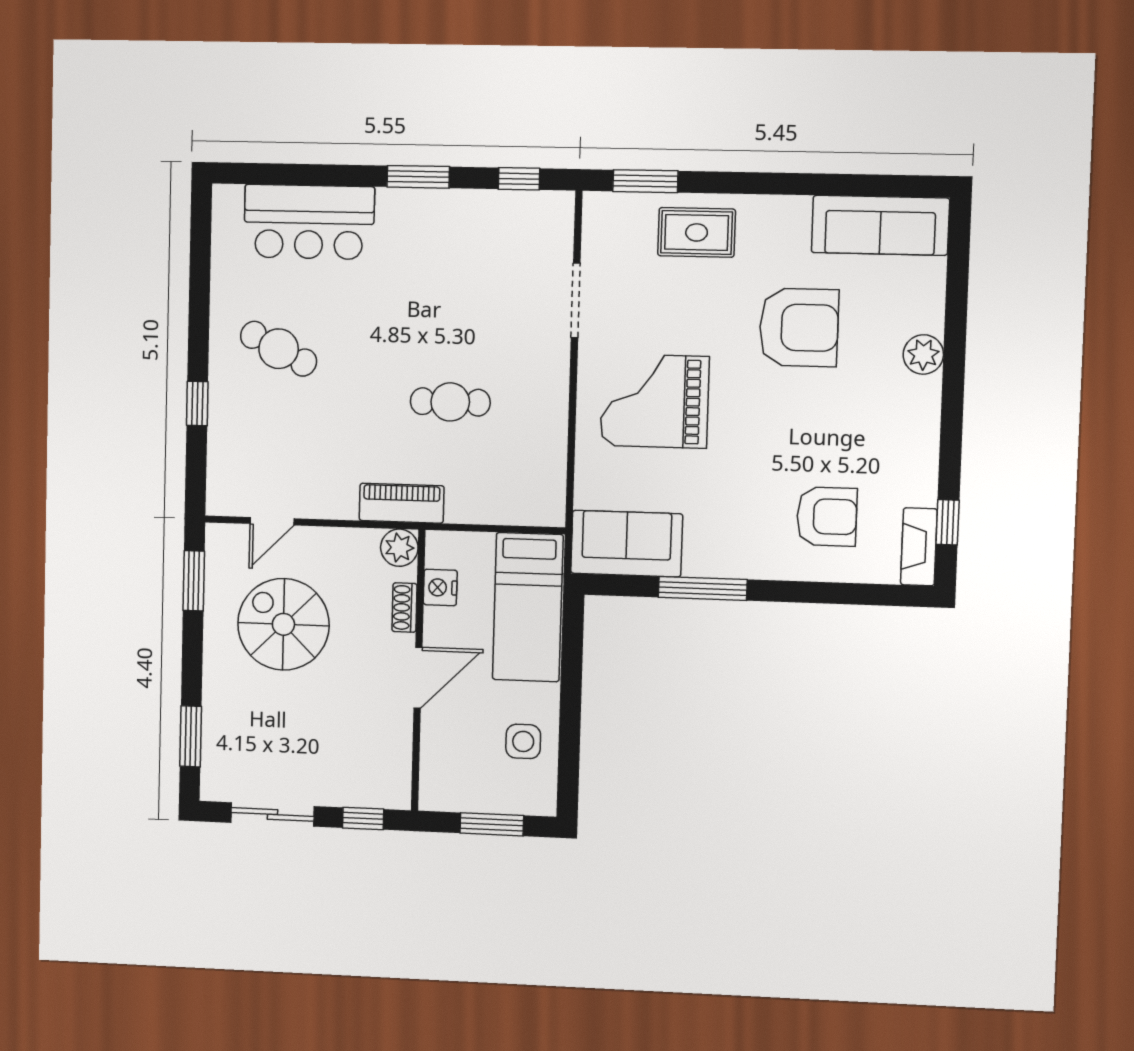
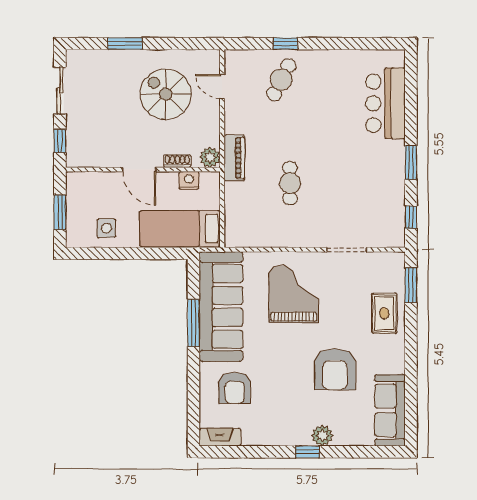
cafe table: (279, 349) -> (281, 80), moved
window: (948, 522) -> (308, 452), moved
sofa: (627, 544) -> (221, 306), width x1.85, depth x1.27
window: (194, 581) -> (188, 44), removed
spiral stairs: (283, 624) -> (166, 94), turned -90
window: (191, 736) -> (125, 44), moved

